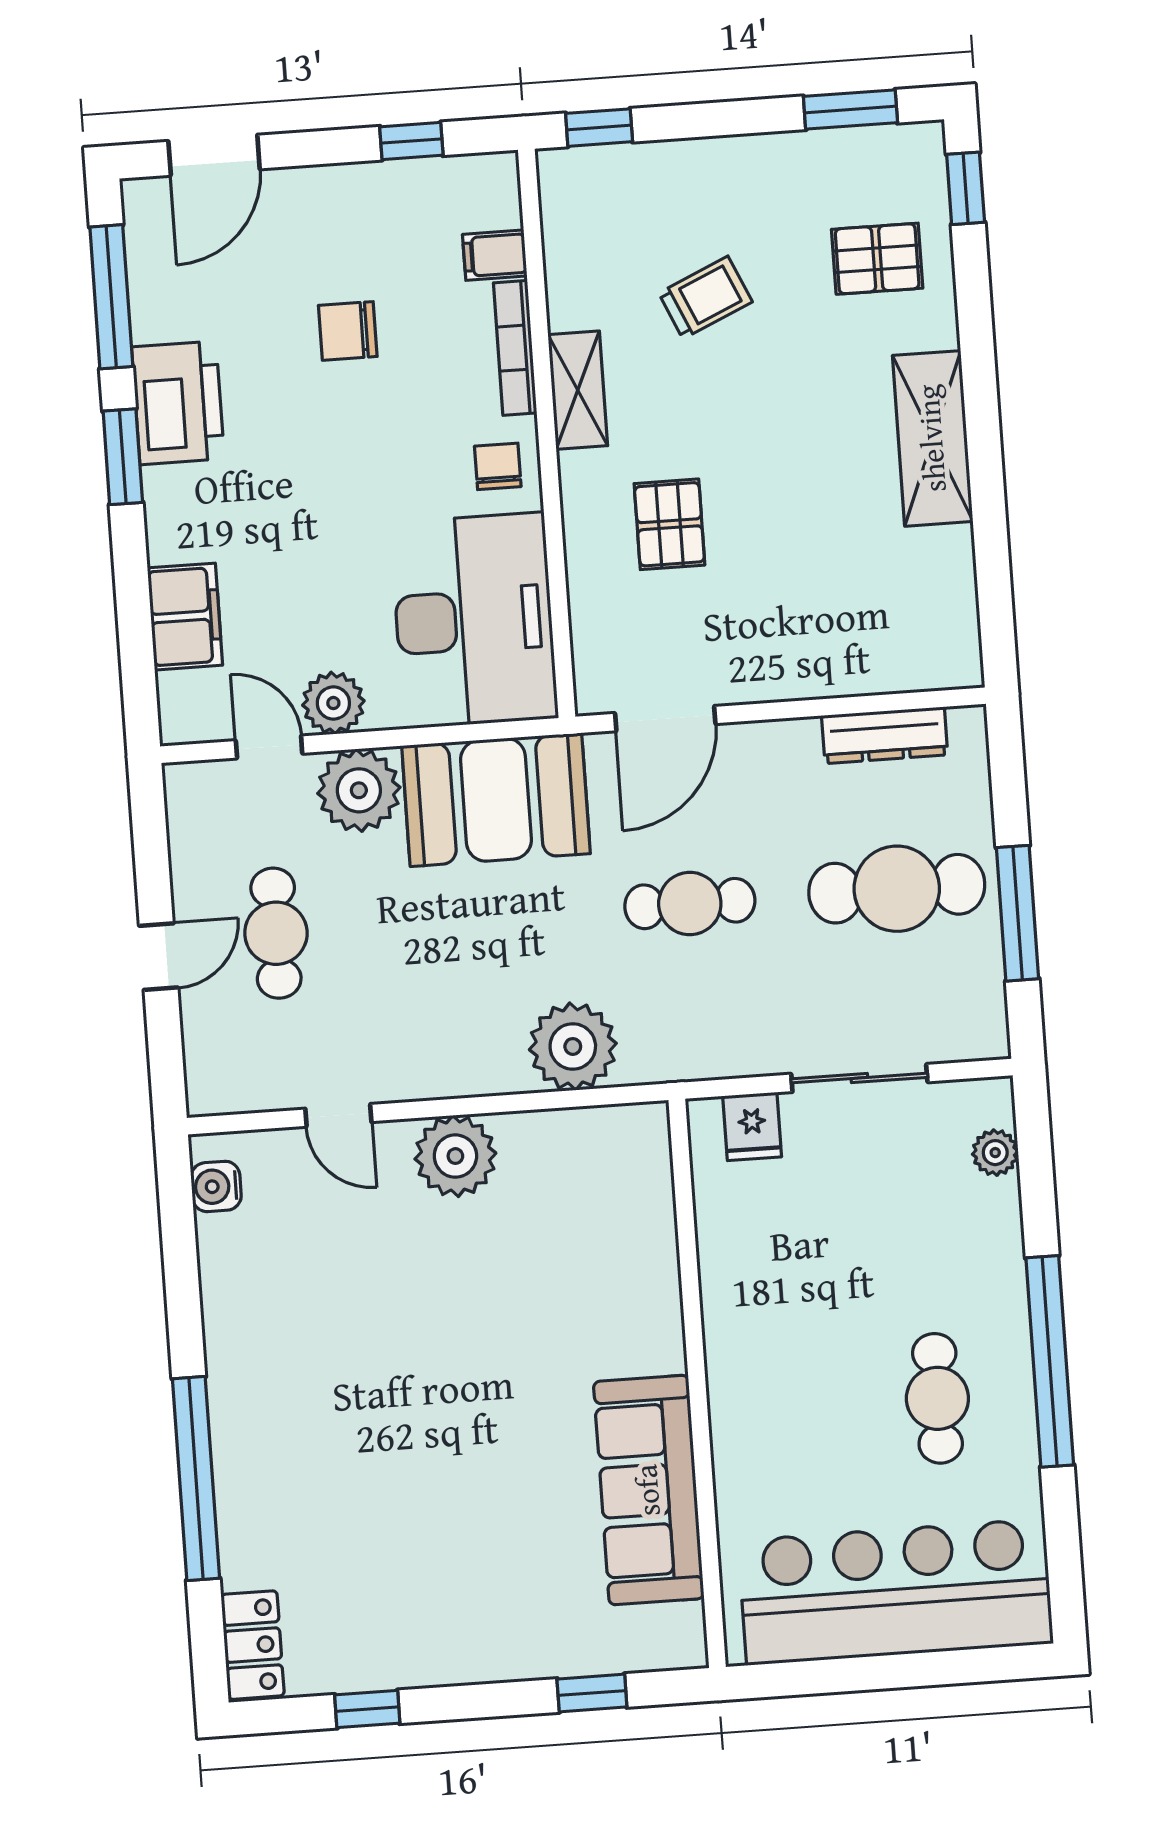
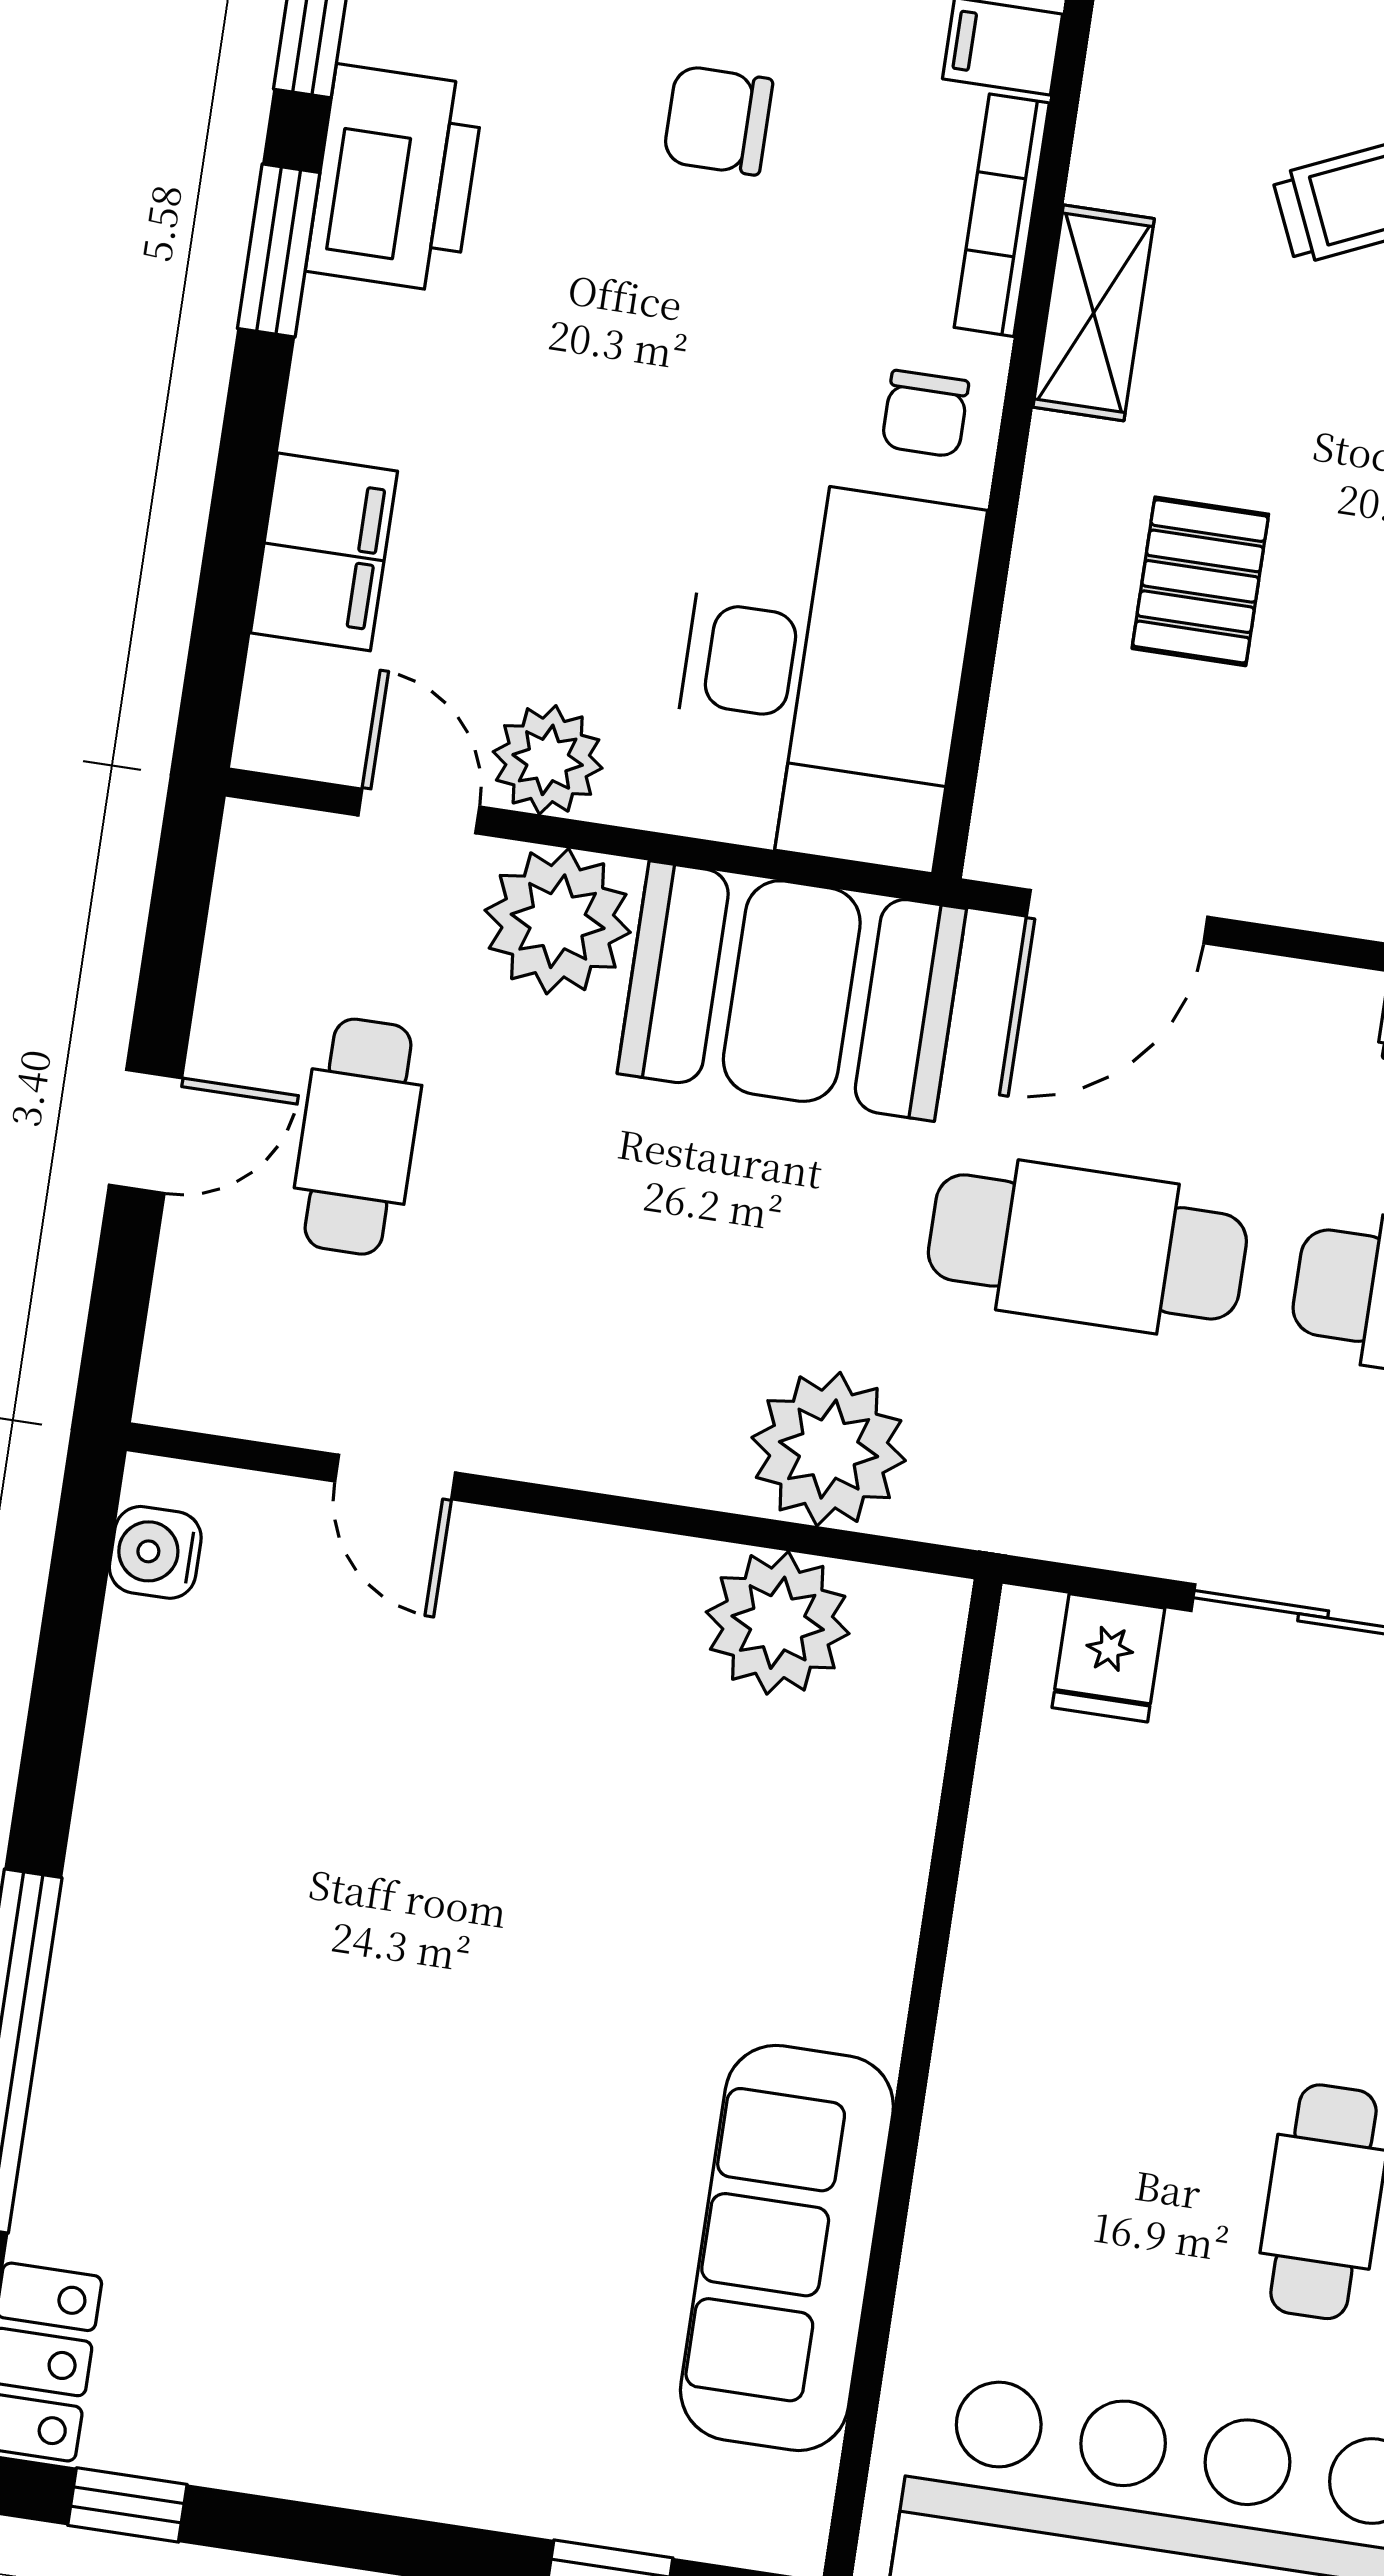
chair: (498, 466) -> (925, 414), turned 180
cafe table: (690, 904) -> (1087, 1247), width x1.37, depth x1.35
plant: (455, 1156) -> (778, 1623), moved
window: (367, 1709) -> (127, 2505), moved

